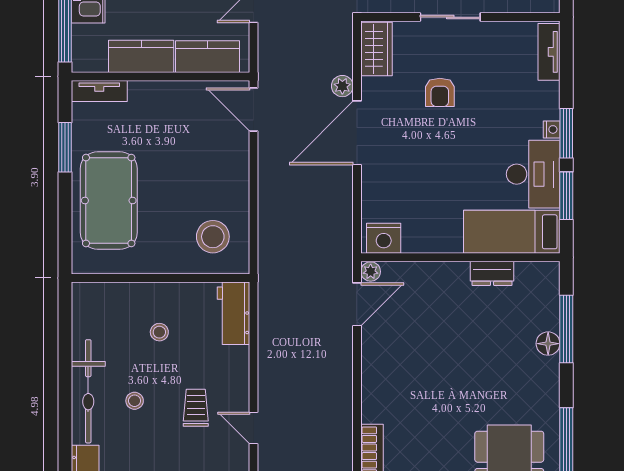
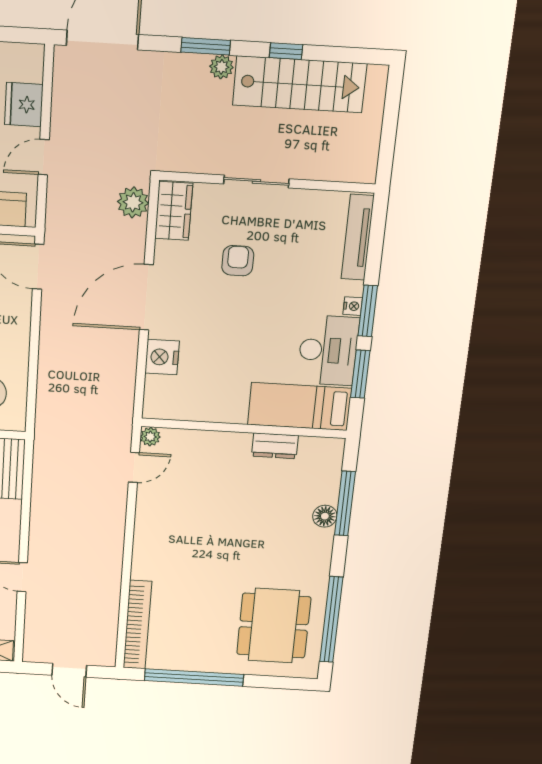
tv unit: (549, 52) -> (358, 237), width x1.41
plant: (342, 86) -> (133, 202), moved, width x1.38, depth x1.38
armchair: (440, 92) -> (238, 261), turned 180
nightstand: (384, 238) -> (162, 357), moved, turned 90
door: (357, 304) -> (134, 467), width x0.73

